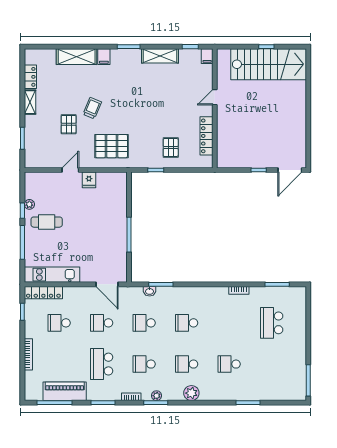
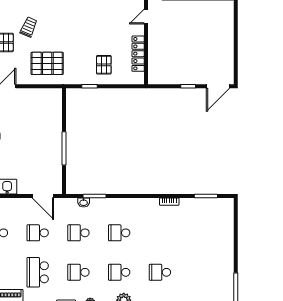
fridge: (89, 180) -> (26, 96), removed
school desk: (272, 323) -> (201, 233), removed

